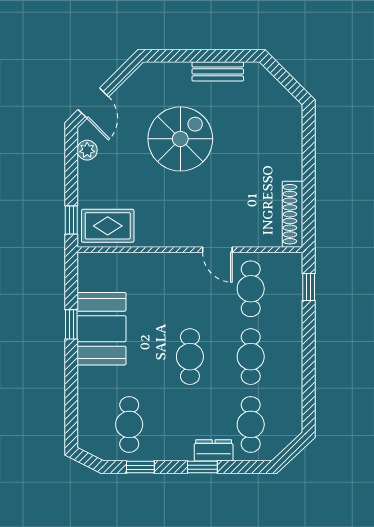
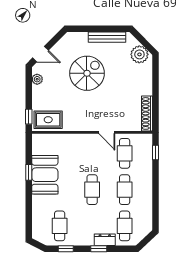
bench: (218, 71) -> (107, 37), width x1.36
door: (93, 103) -> (40, 54), hinge flipped
plant: (278, 104) -> (139, 54), added

